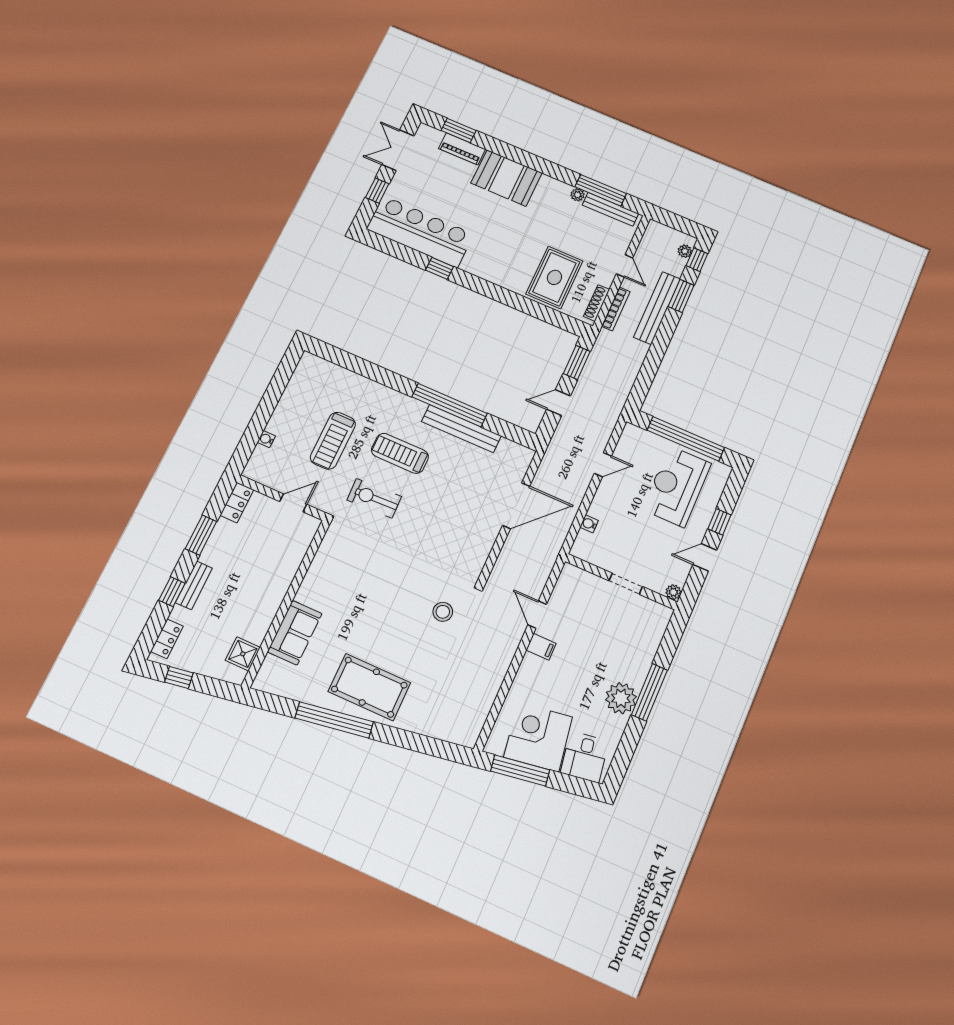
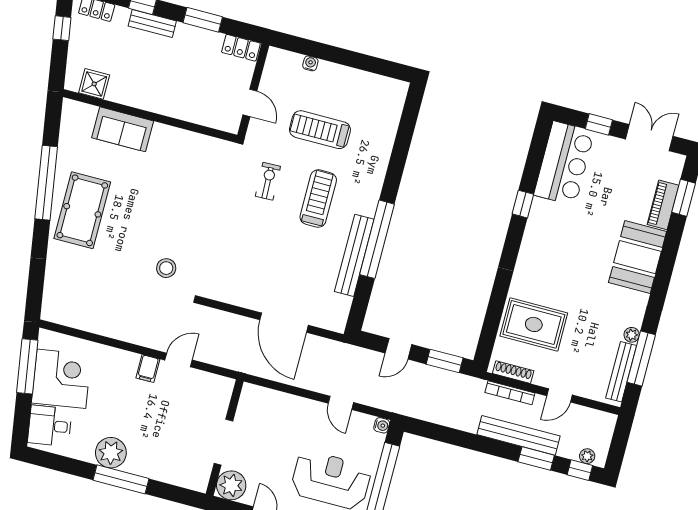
bar counter: (420, 232) -> (564, 163), width x0.73
door: (559, 403) -> (398, 349), swing flipped
exercise bike: (374, 498) -> (268, 181), width x0.73, depth x0.72
water cooler: (589, 524) -> (382, 425), moved, turned 90
doorway: (626, 584) -> (223, 442), width x1.38
plant: (673, 592) -> (231, 485), width x1.87, depth x1.87

